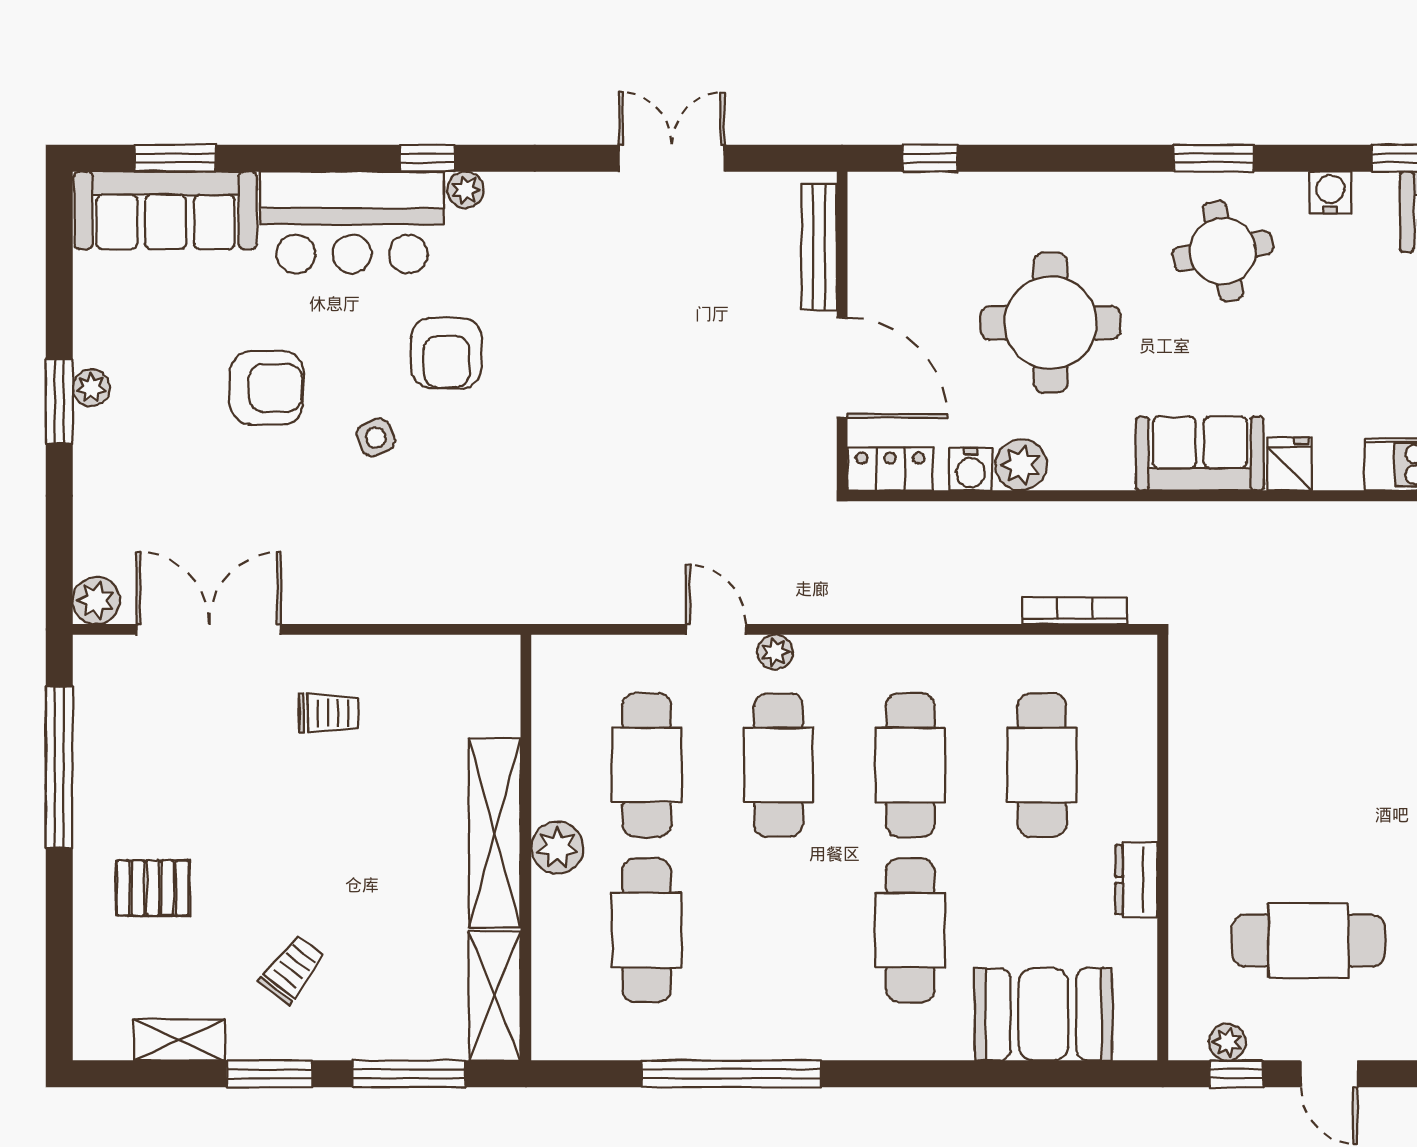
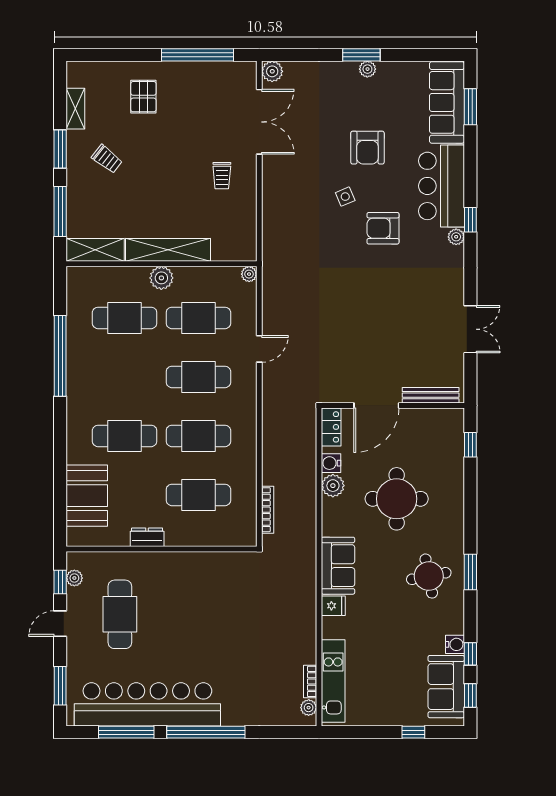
water cooler: (1330, 192) -> (455, 644), moved
plant: (775, 652) -> (249, 274), moved

